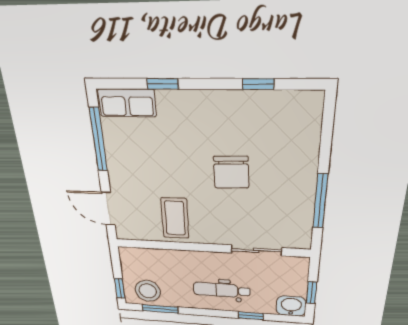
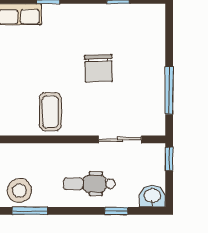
window: (311, 293) -> (169, 159), moved

